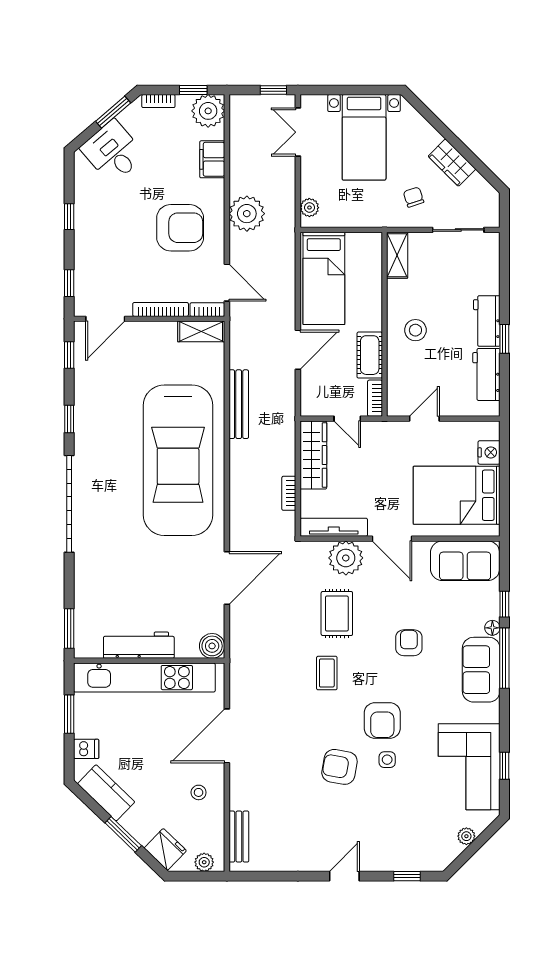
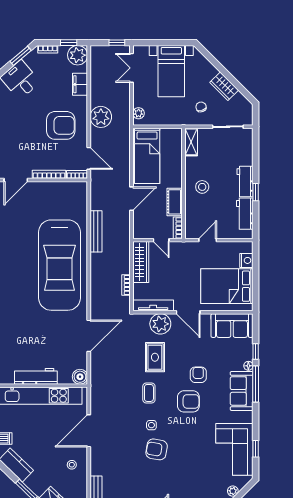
shelving: (201, 331) -> (73, 188), removed
armchair: (382, 720) -> (188, 401), moved, turned -90
side table: (387, 760) -> (151, 425), moved

